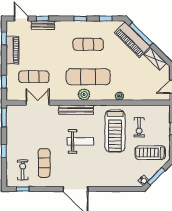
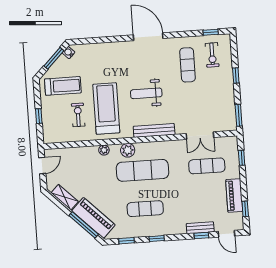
plant: (84, 95) -> (128, 150), moved

